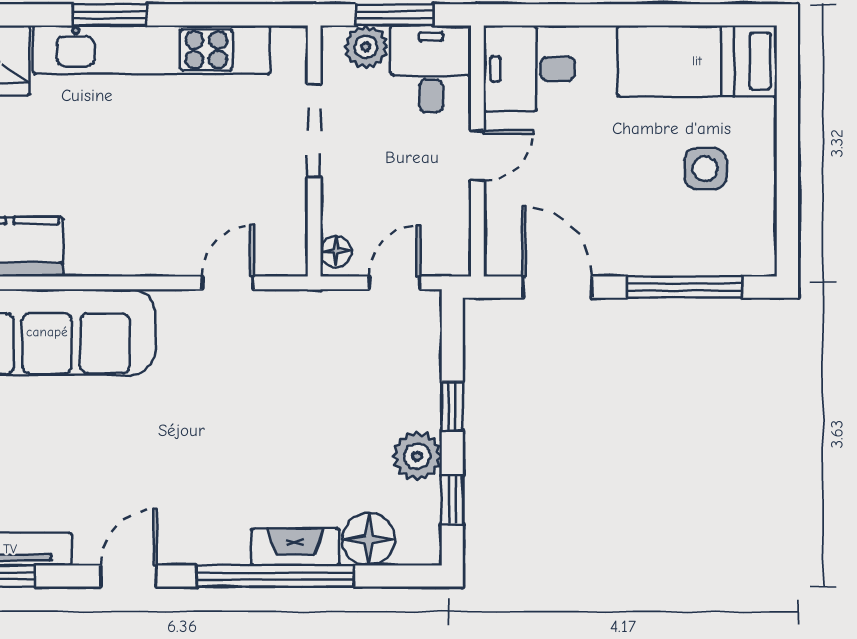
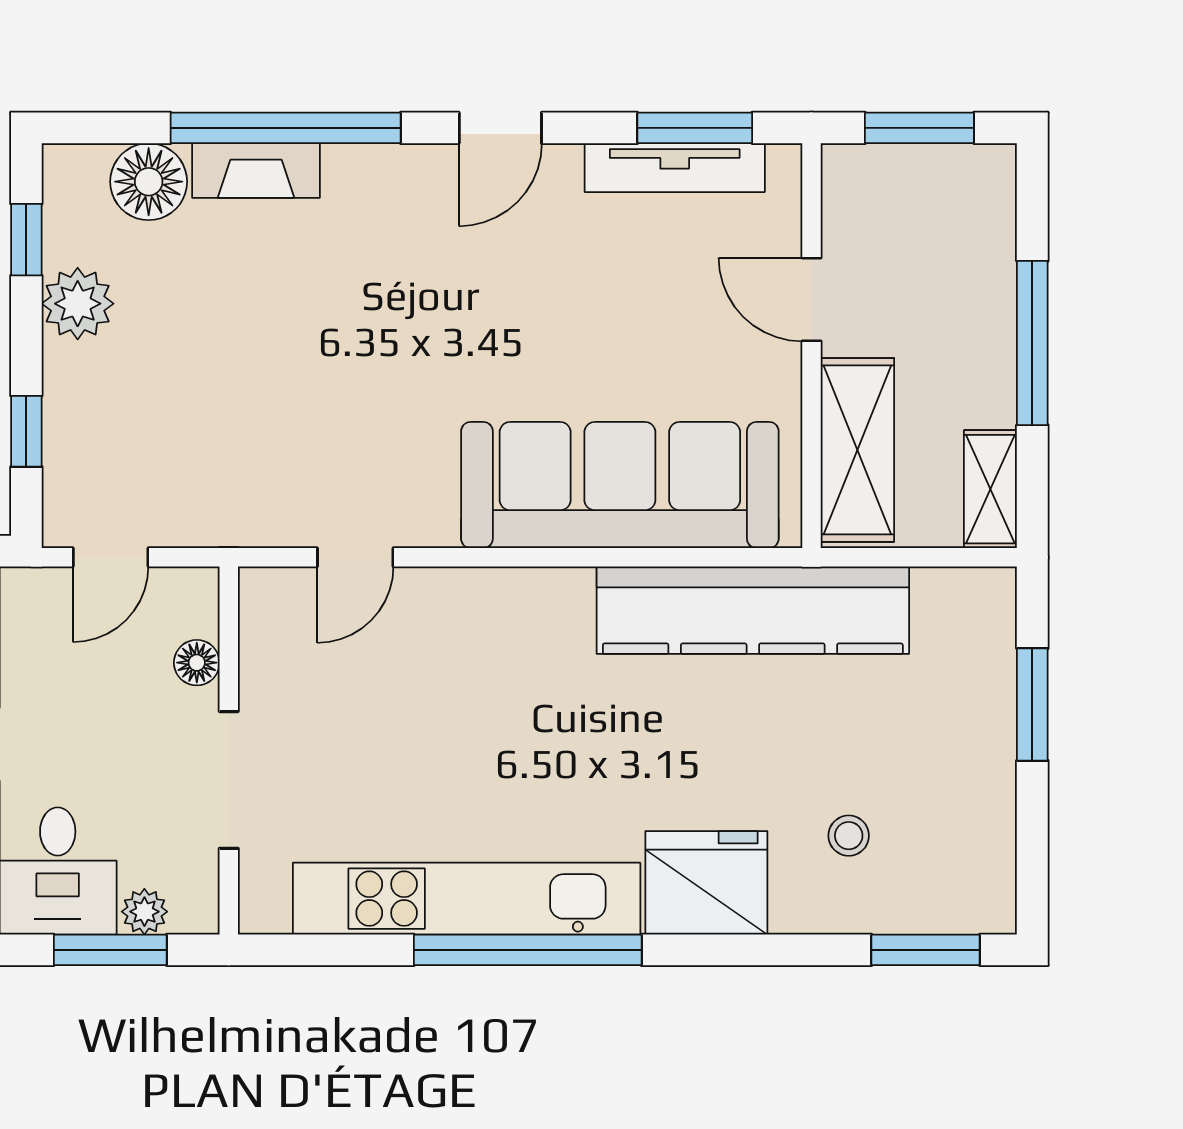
window: (110, 15) -> (528, 950), width x2.11
plant: (366, 47) -> (144, 912), width x0.73, depth x0.73
floor lamp: (336, 252) -> (197, 663), moved
window: (452, 406) -> (26, 431), moved

